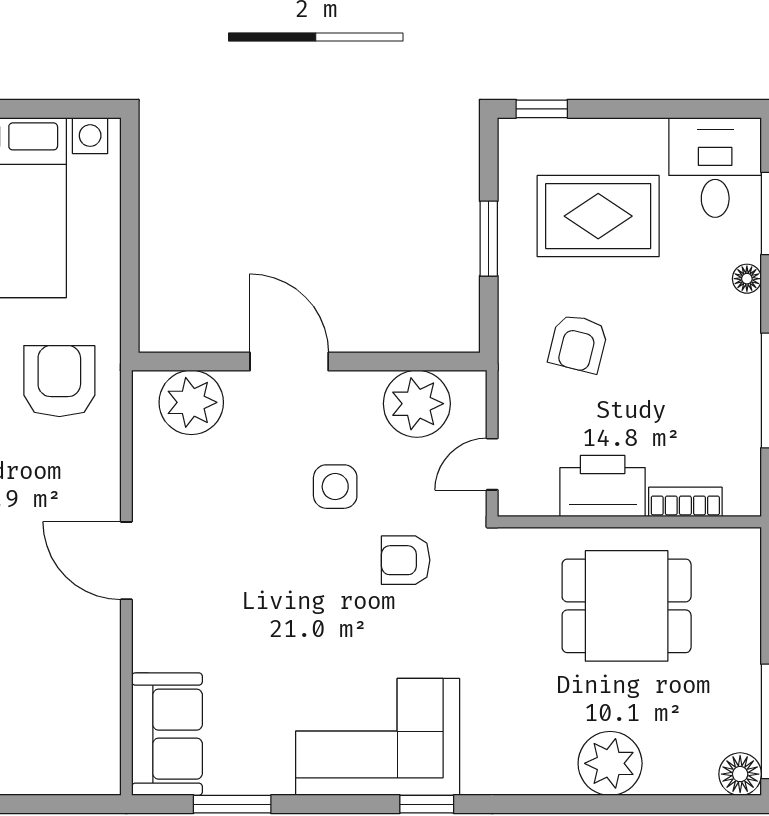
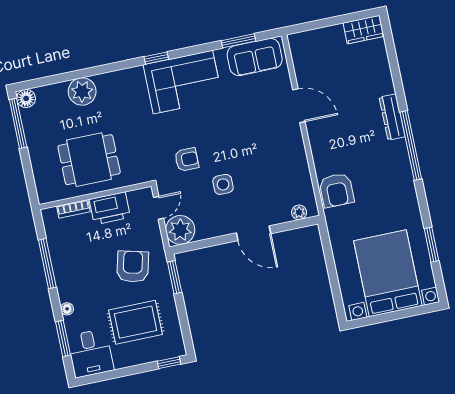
window: (489, 239) -> (175, 277), moved
armchair: (578, 343) -> (133, 267), width x1.38, depth x1.38
armchair: (59, 381) -> (337, 190), moved
plant: (191, 402) -> (299, 212), width x0.53, depth x0.53
plant: (417, 404) -> (180, 230), moved
door: (126, 561) -> (299, 106), moved
sofa: (167, 734) -> (255, 57), moved, turned -90

